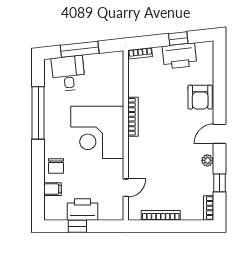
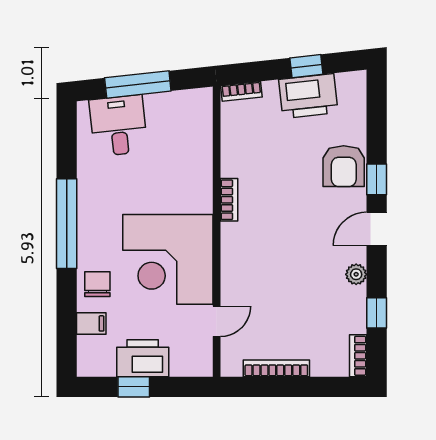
window: (219, 105) -> (377, 179), added
window: (38, 113) -> (67, 224), moved
bookcase: (133, 117) -> (229, 200), width x0.64
corner desk: (97, 132) -> (168, 259), moved
chair: (56, 166) -> (97, 284), turned 180

